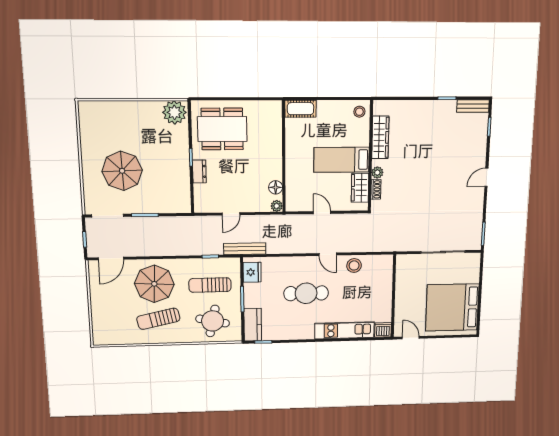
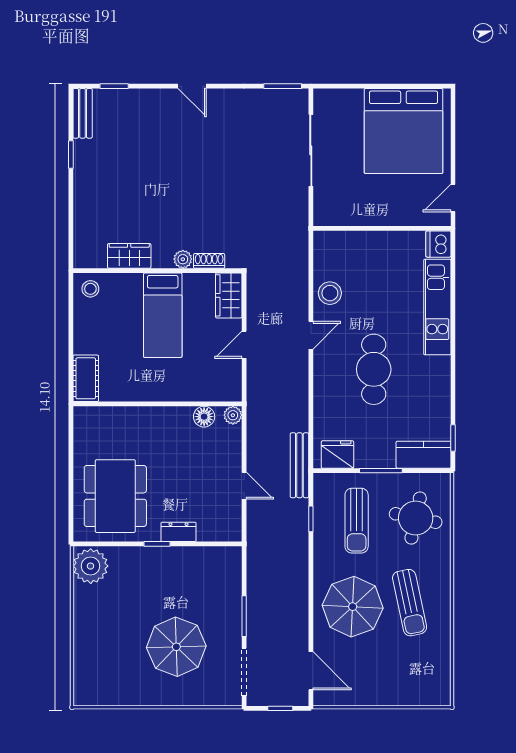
wardrobe: (380, 137) -> (129, 256), width x0.67
wardrobe: (360, 188) -> (229, 295), moved, turned 90

